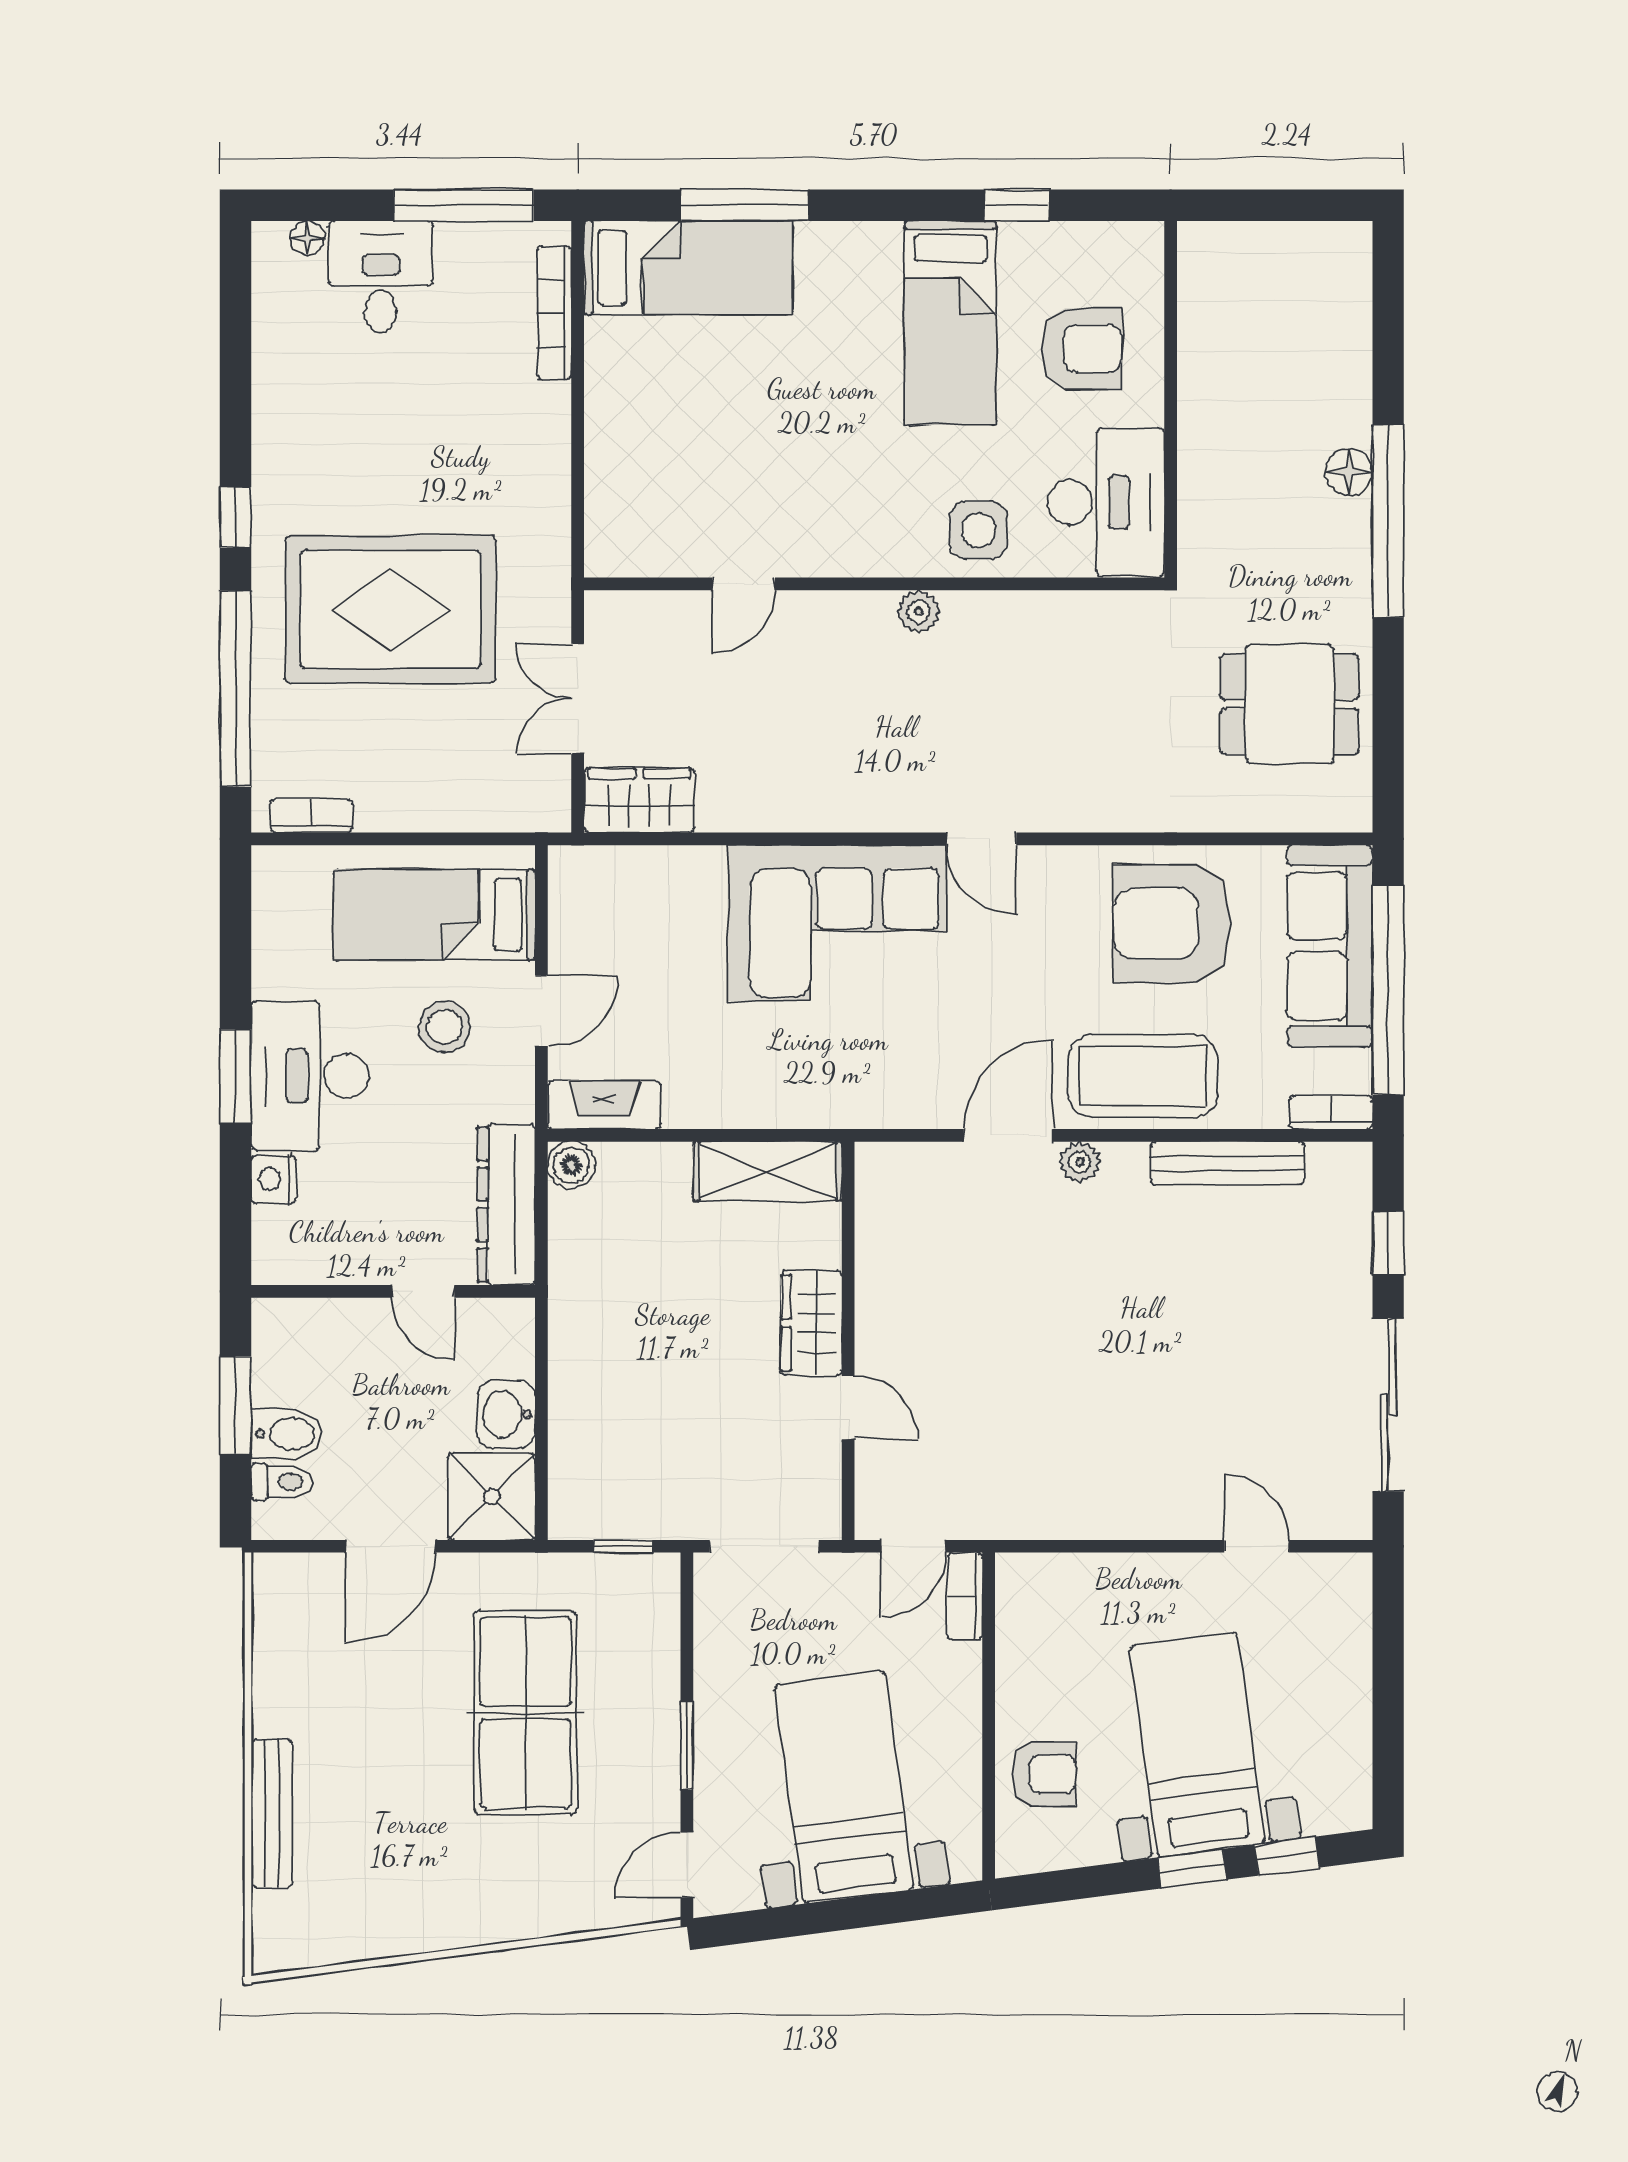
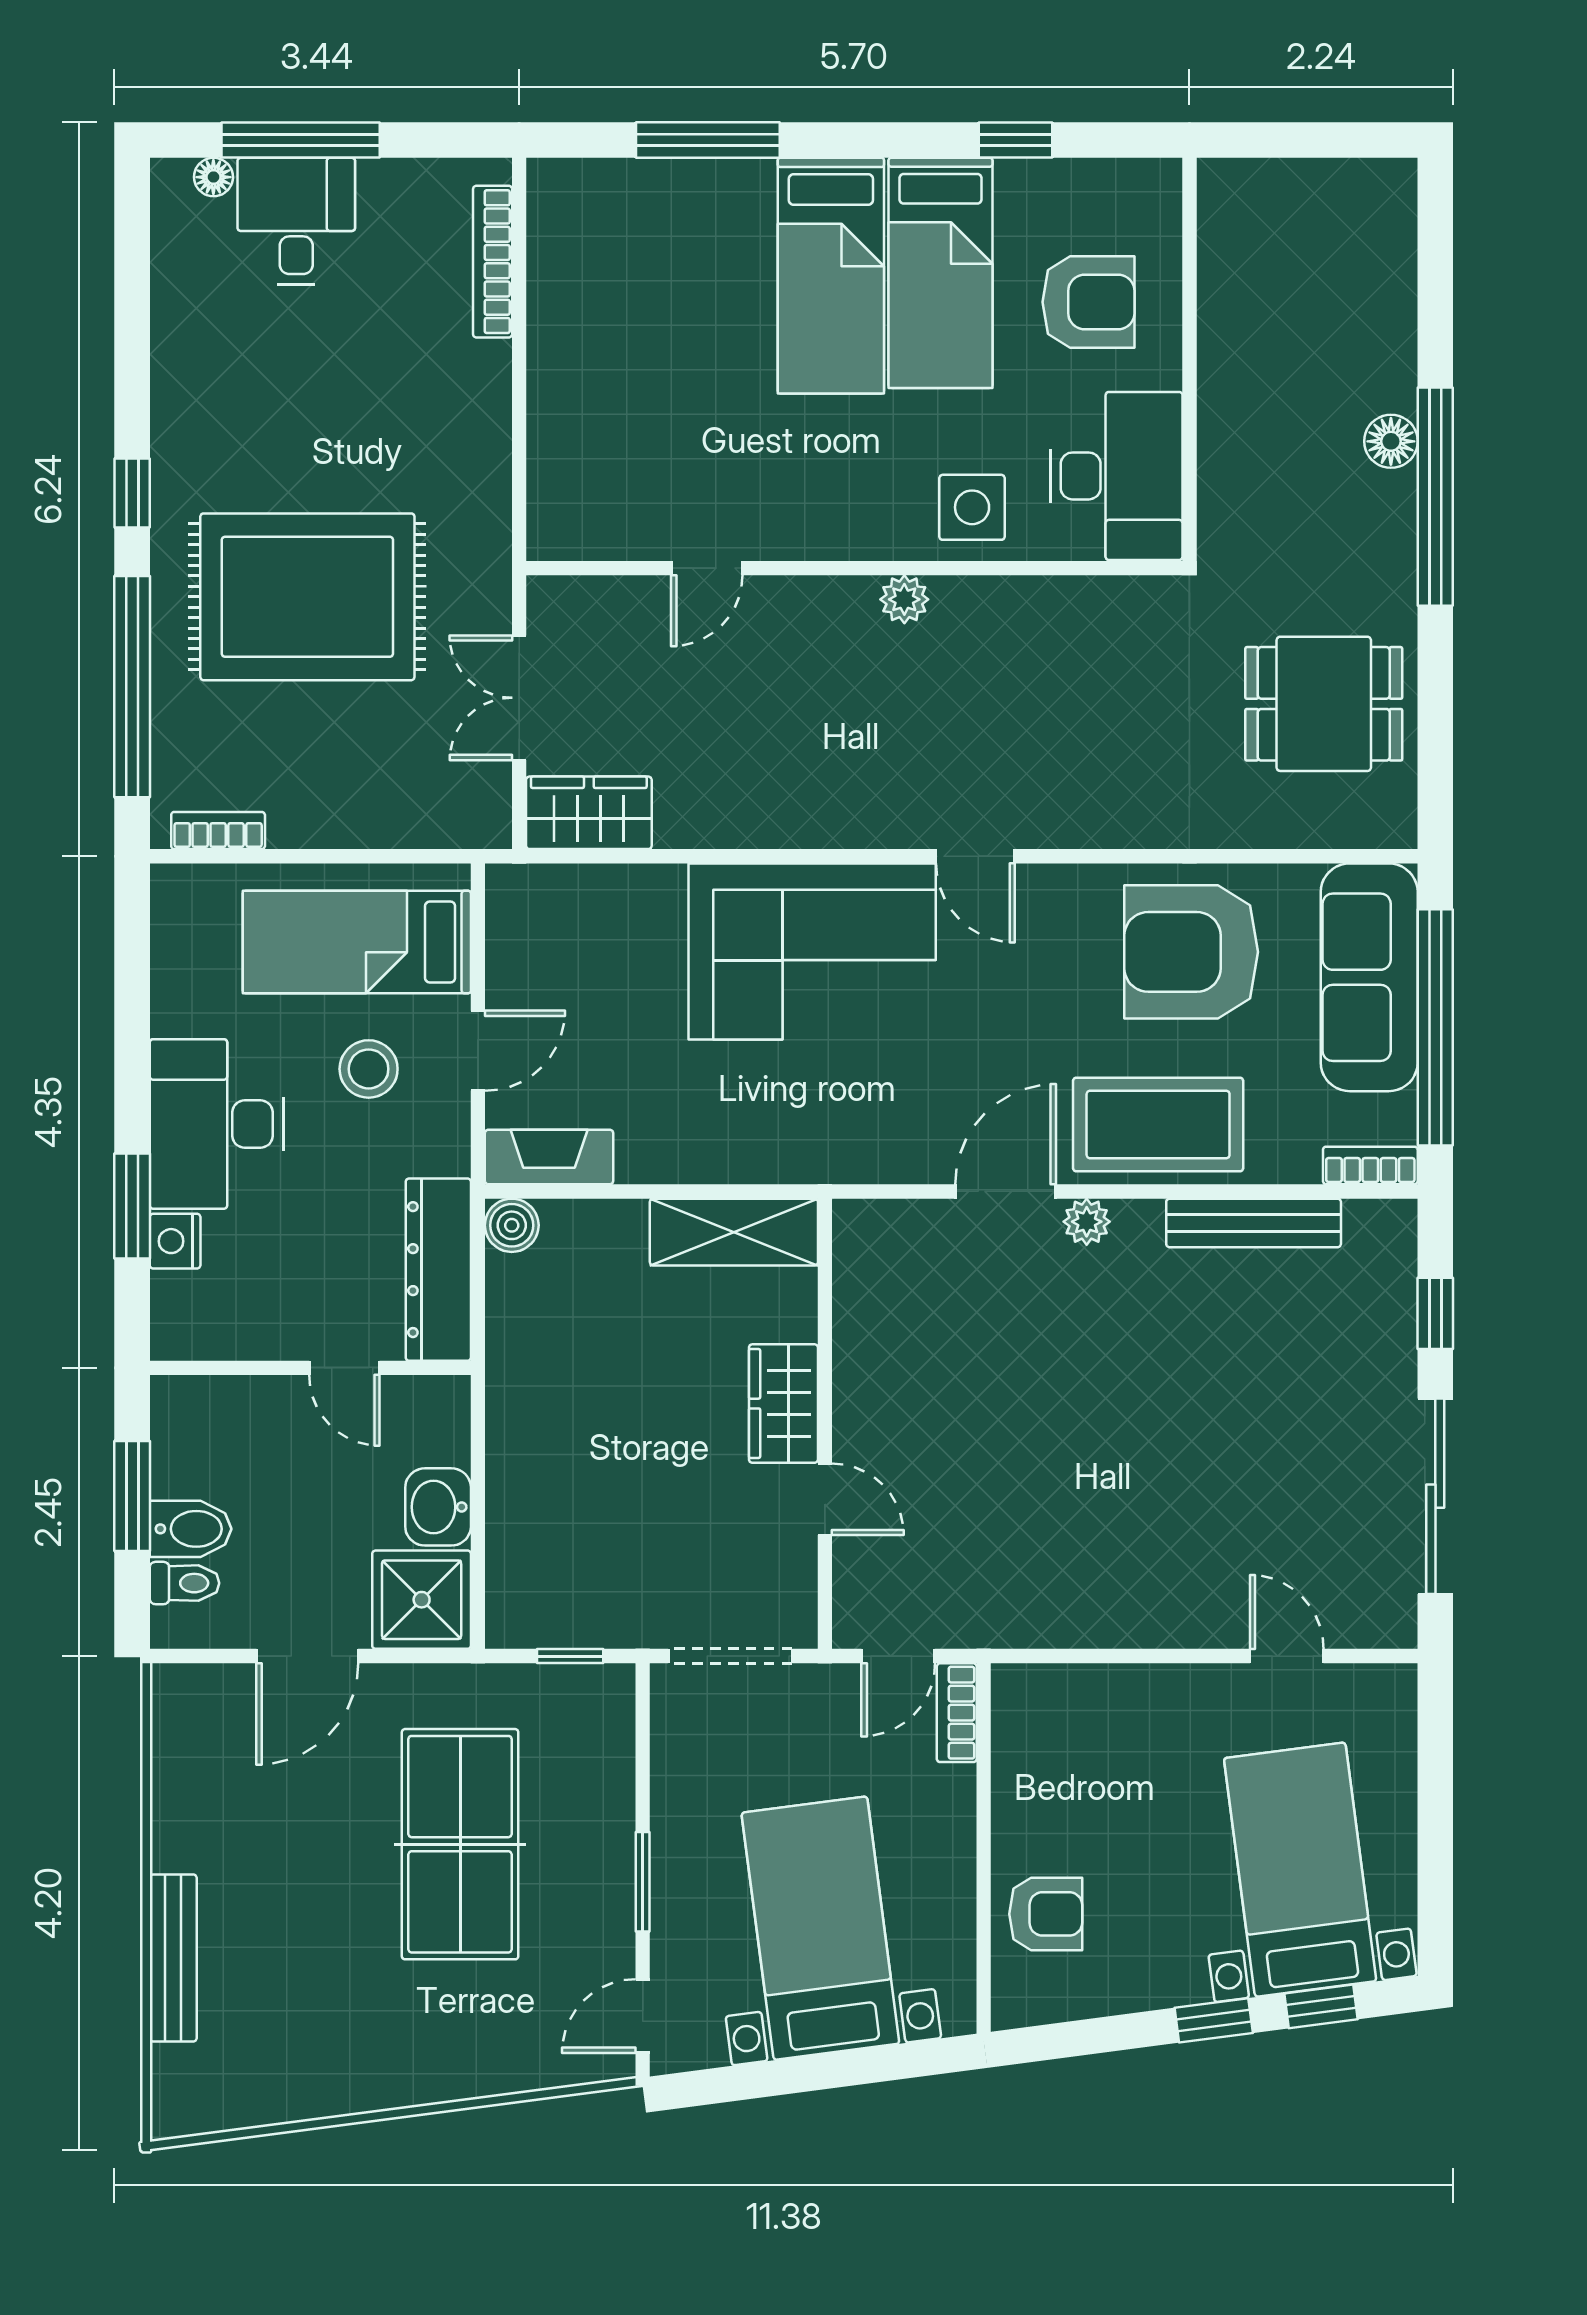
window: (464, 205) -> (301, 140), moved
bed: (688, 268) -> (831, 276), moved, turned 90
window: (235, 1076) -> (132, 1206), moved
bed with nightstands: (1198, 1745) -> (1300, 1870), moved

